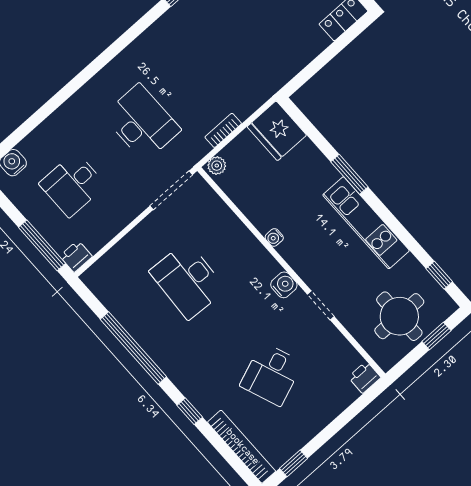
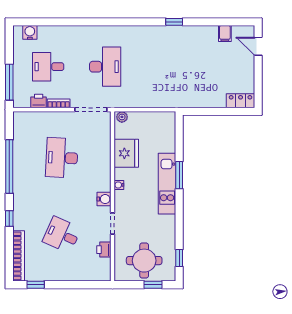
bookcase: (223, 130) -> (59, 103), moved
fridge: (277, 131) -> (126, 153), moved, turned 180
kitchen unit: (366, 223) -> (167, 184), moved
water cooler: (274, 237) -> (119, 185), moved
printer: (76, 256) -> (39, 101), moved
desk: (271, 374) -> (62, 235), turned 45
printer: (364, 377) -> (104, 250), moved, turned -90

